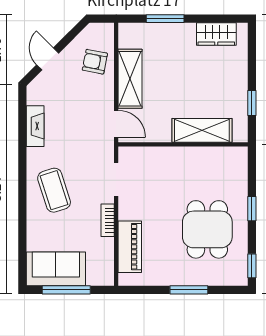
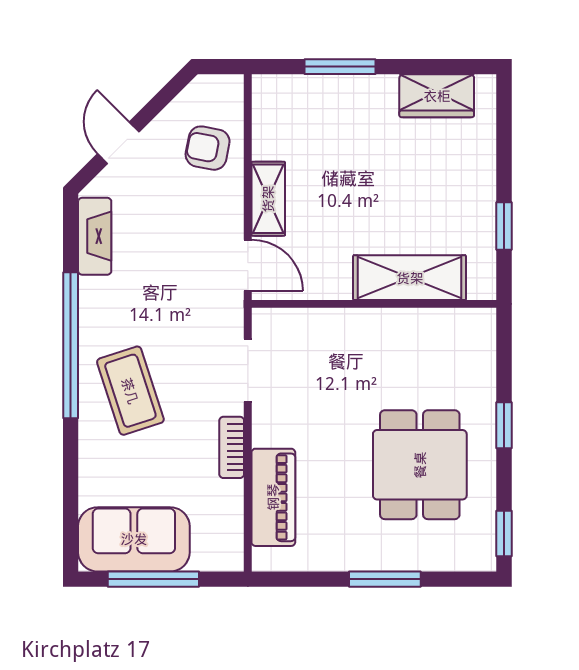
shelving: (130, 79) -> (268, 199), width x0.67, depth x0.75
fireplace: (35, 126) -> (95, 236), moved
window: (22, 166) -> (71, 345), added

